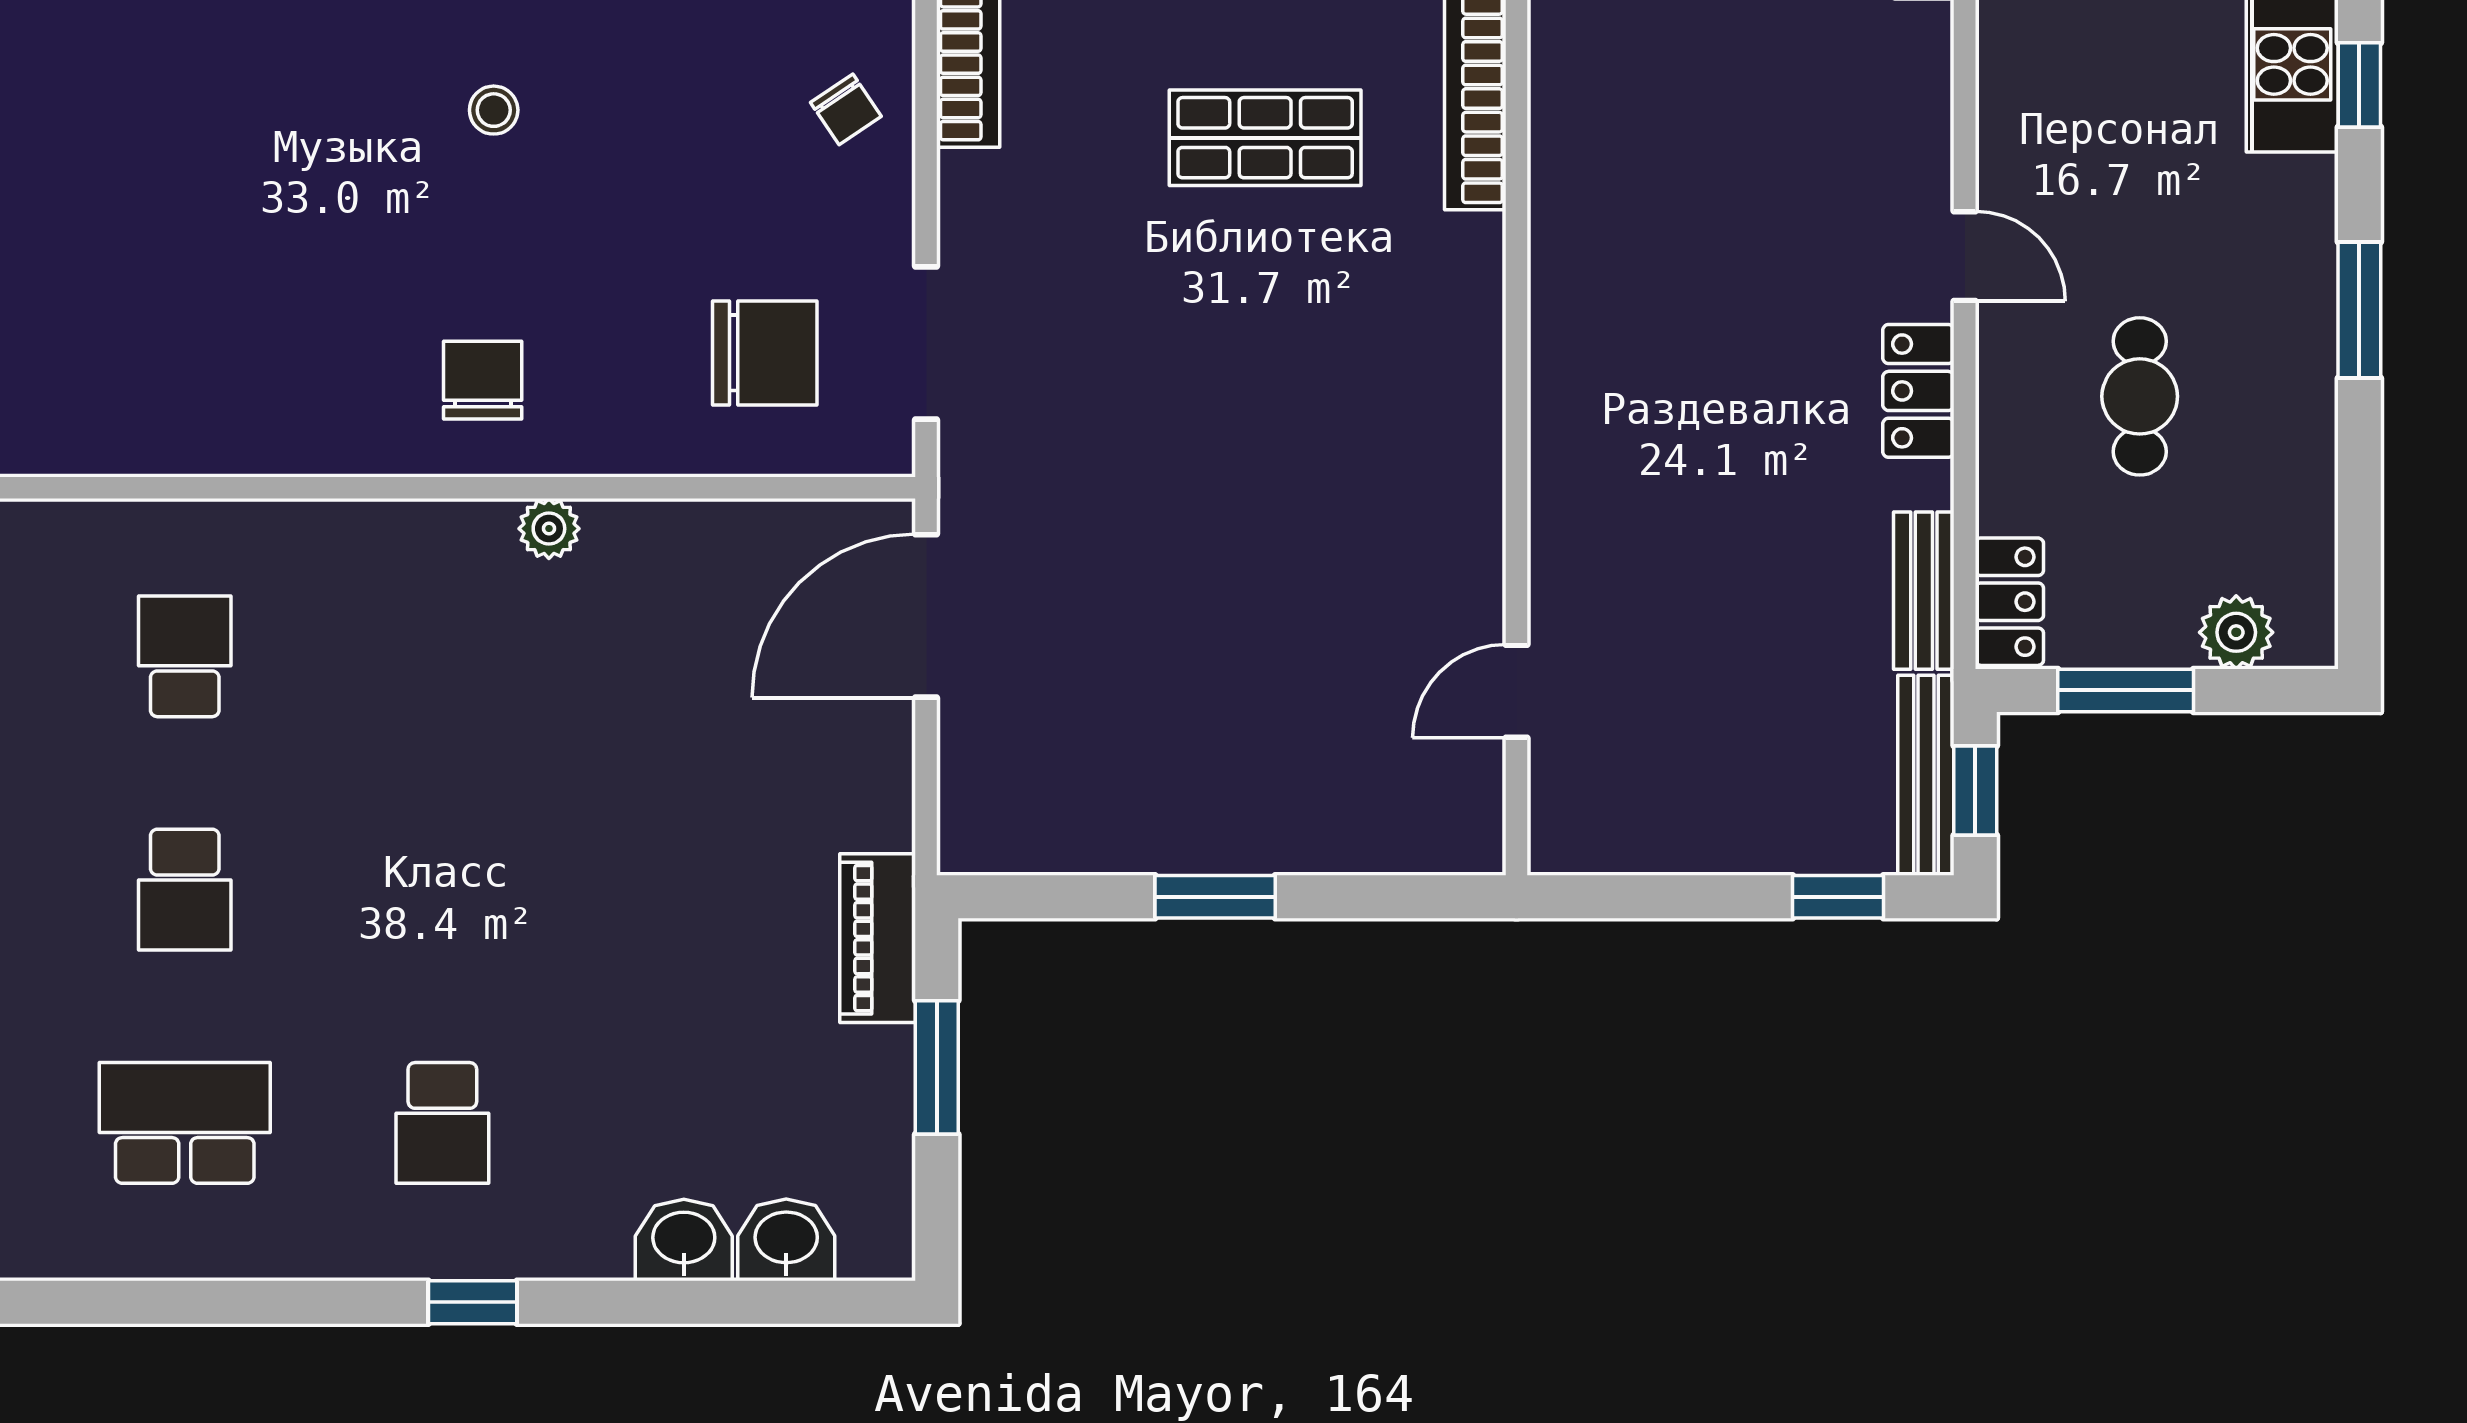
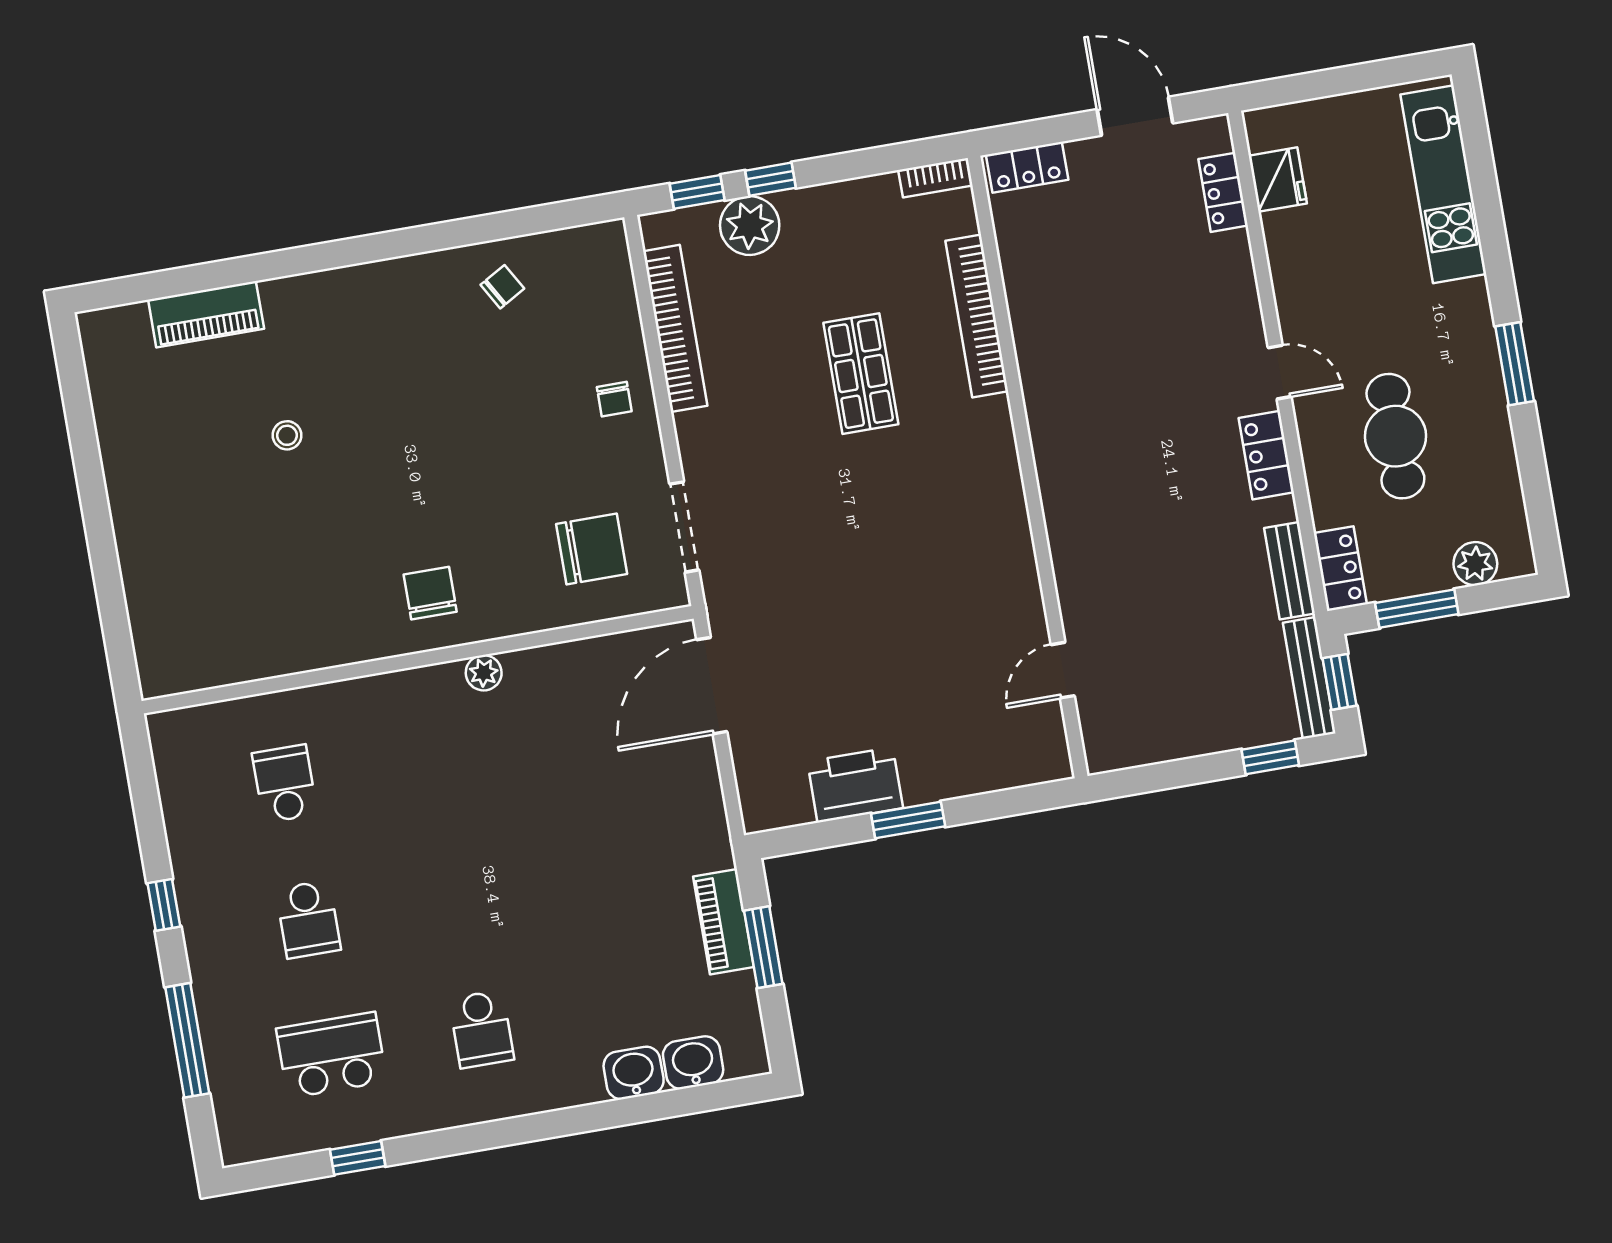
window: (2359, 85) -> (1492, 233), removed
chair: (846, 109) -> (614, 399), turned 34
stool: (494, 110) -> (287, 435), moved
shop shelf: (1265, 138) -> (861, 374), turned 90
cafe table: (2140, 396) -> (1395, 436), width x1.37, depth x1.35
printer: (1137, 823) -> (855, 785), added
piano: (878, 938) -> (724, 922), moved
window: (473, 1302) -> (358, 1158), moved

